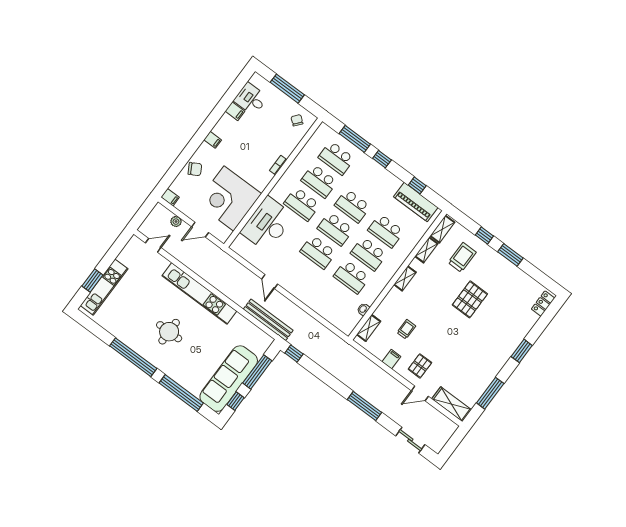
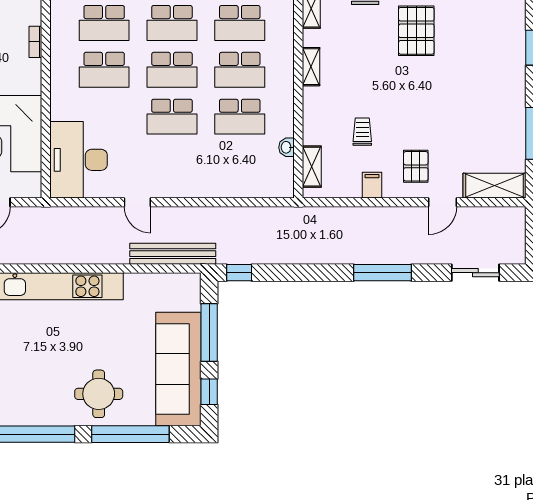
desk: (267, 224) -> (79, 160), moved
round table: (169, 332) -> (99, 394), moved

